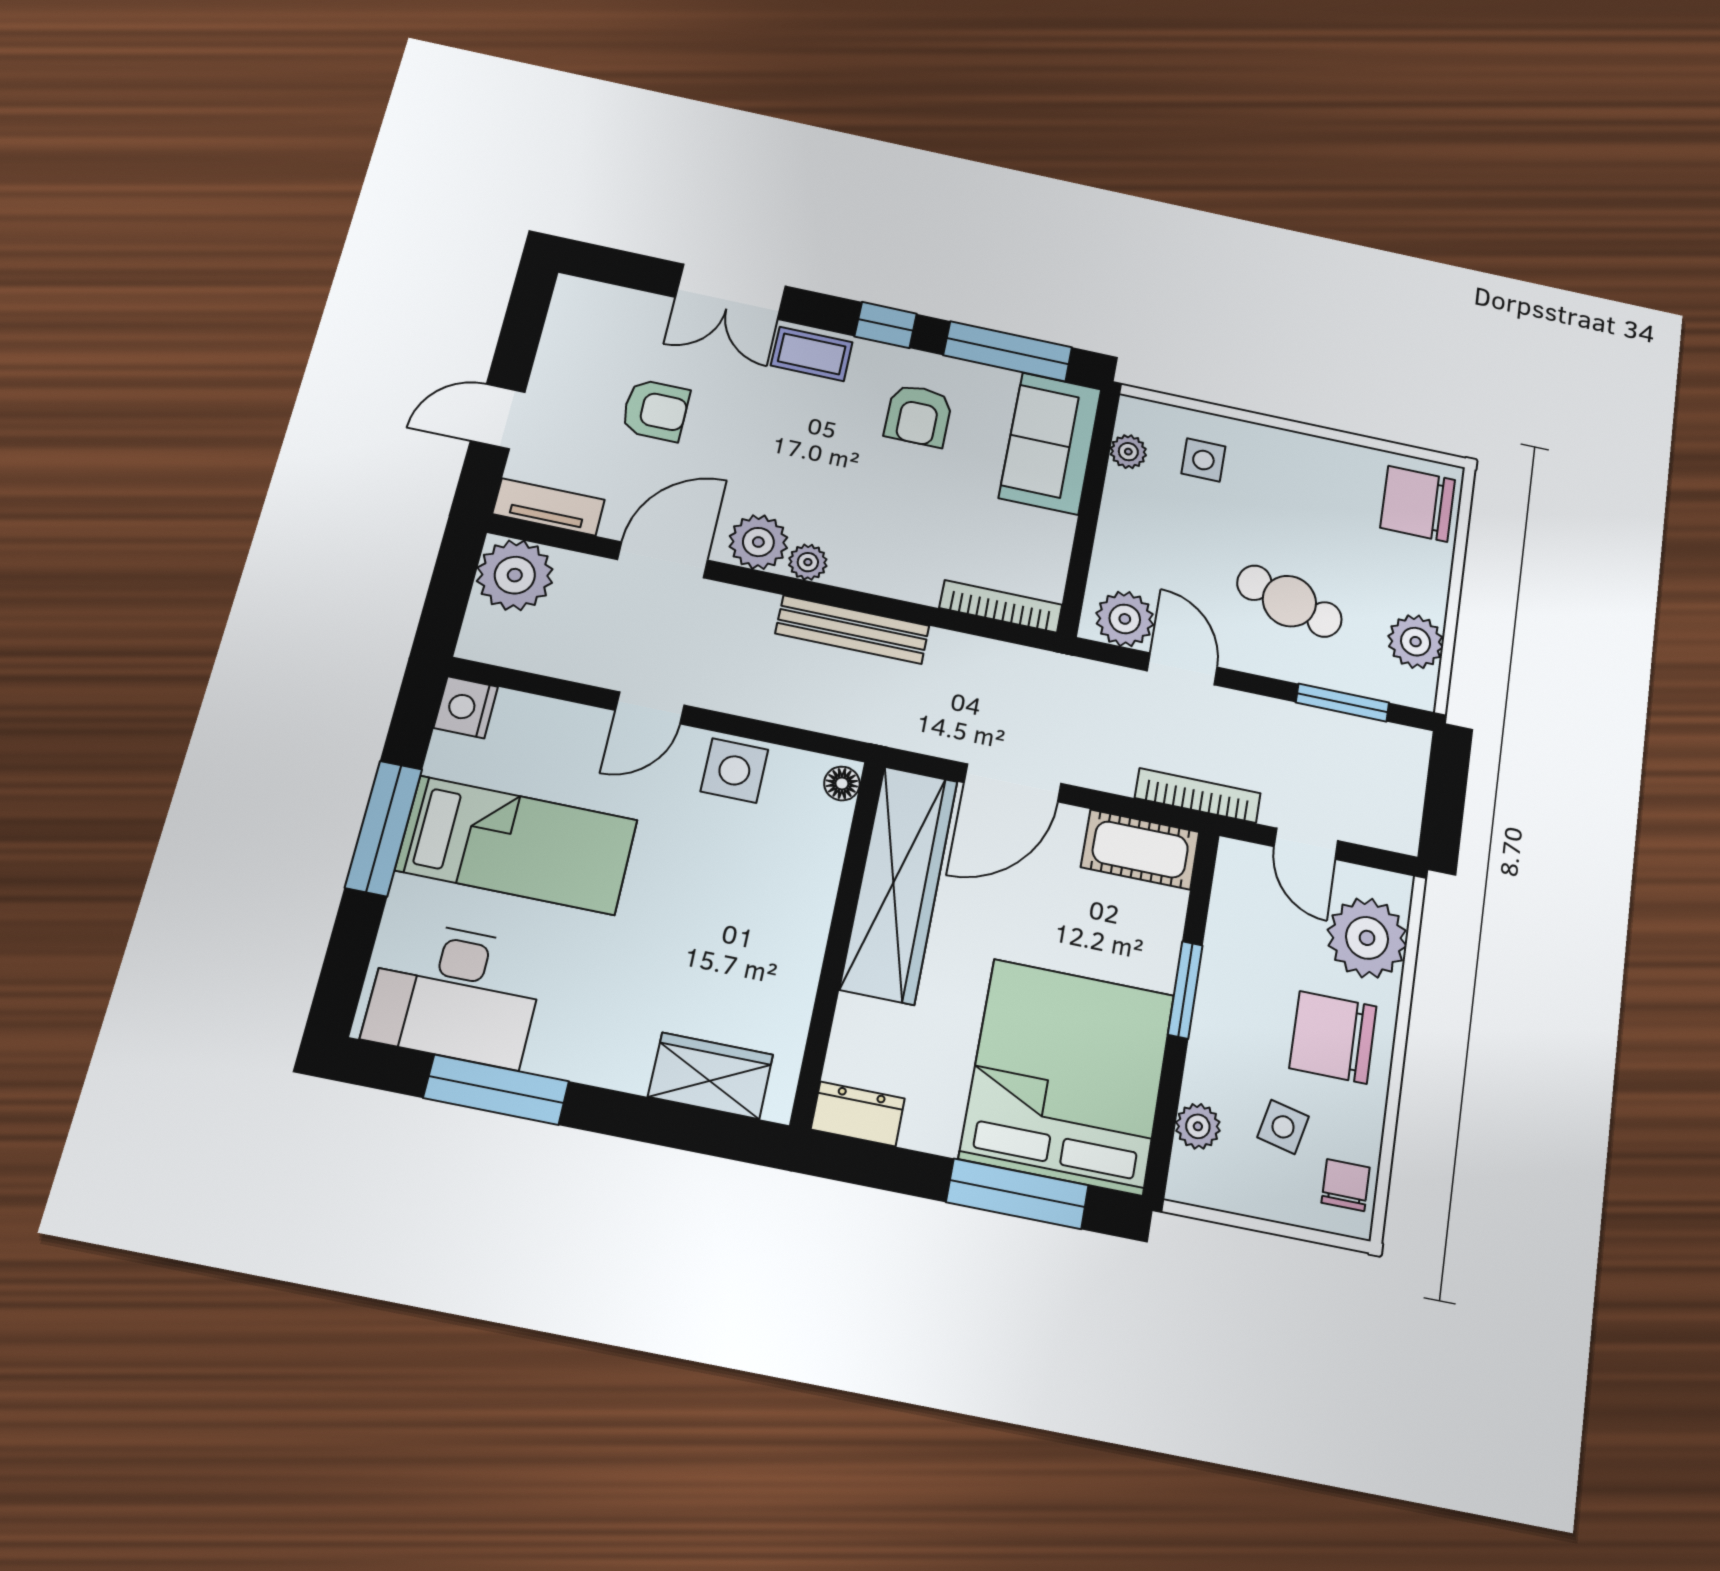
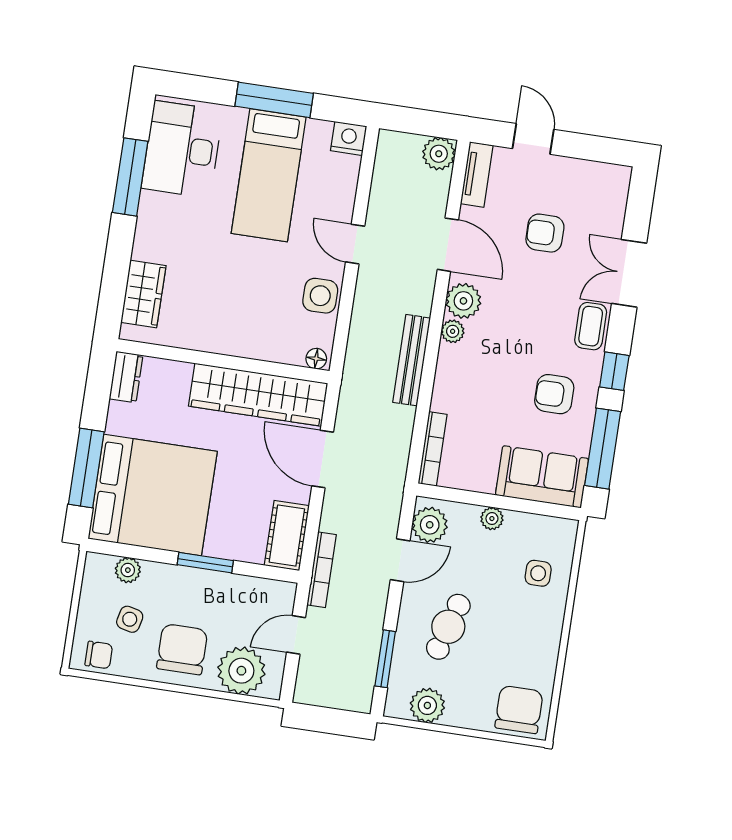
armchair: (655, 410) -> (545, 233), turned 90
plant: (1128, 452) -> (492, 519), moved
plant: (515, 575) -> (439, 154), width x0.73, depth x0.73

